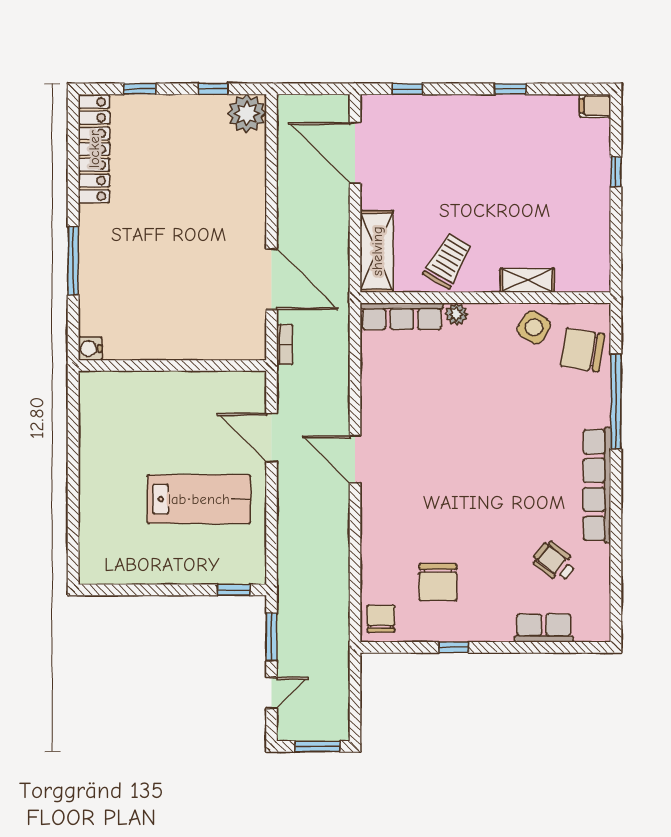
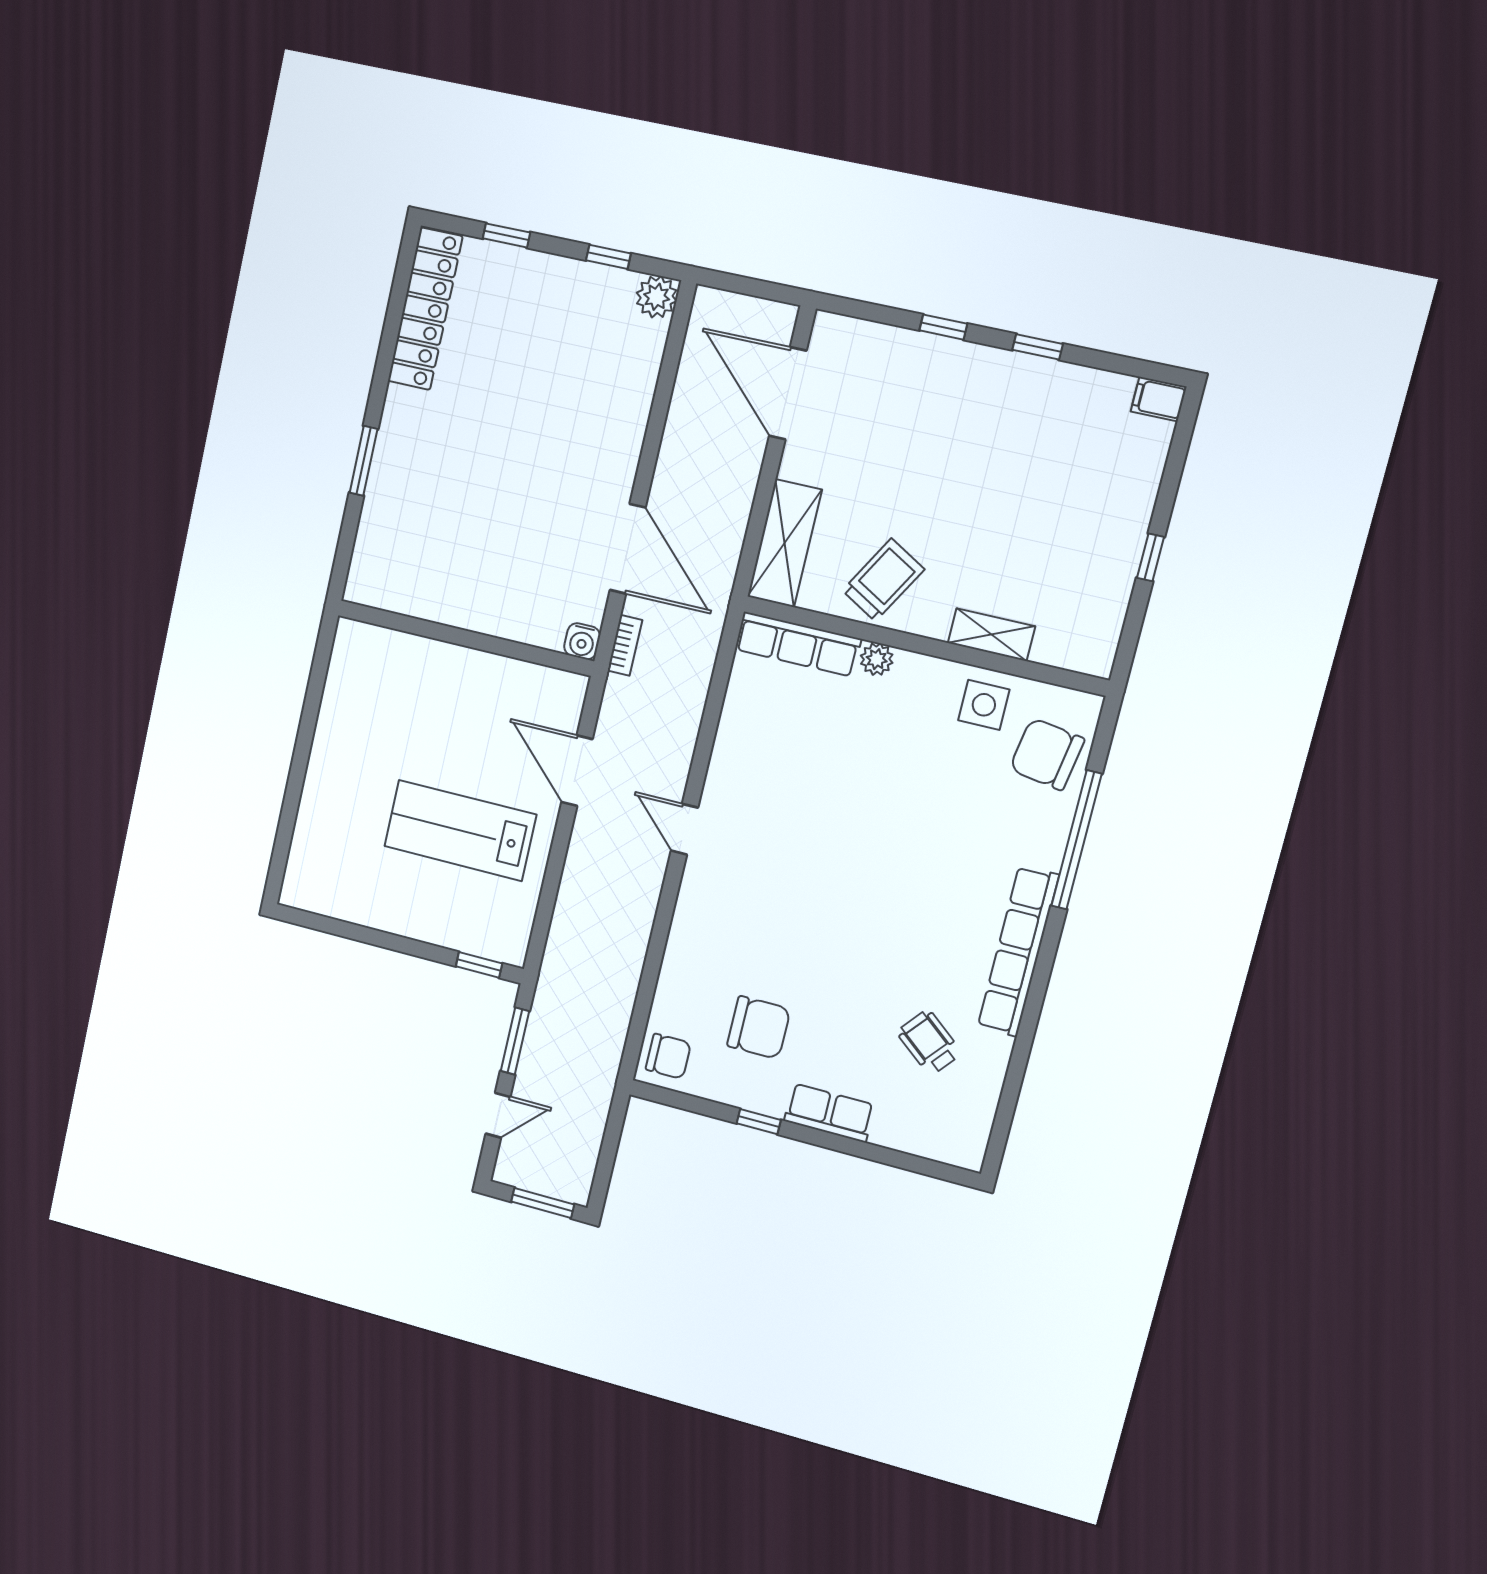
window: (408, 89) -> (943, 327), moved
plant: (247, 114) -> (657, 297), width x0.73, depth x0.73
window: (616, 172) -> (1150, 557), moved
window: (73, 261) -> (363, 461), width x0.69
side table: (534, 327) -> (984, 705), turned -32
water cooler: (90, 349) -> (582, 641), moved, turned -90
door: (355, 459) -> (685, 829), width x0.73
lab bench: (199, 499) -> (460, 830), turned 180
chair: (438, 582) -> (759, 1027), turned -90
chair: (381, 619) -> (668, 1056), turned 90
row of seats: (544, 628) -> (829, 1113), moved

